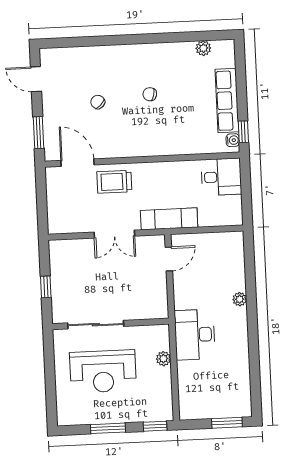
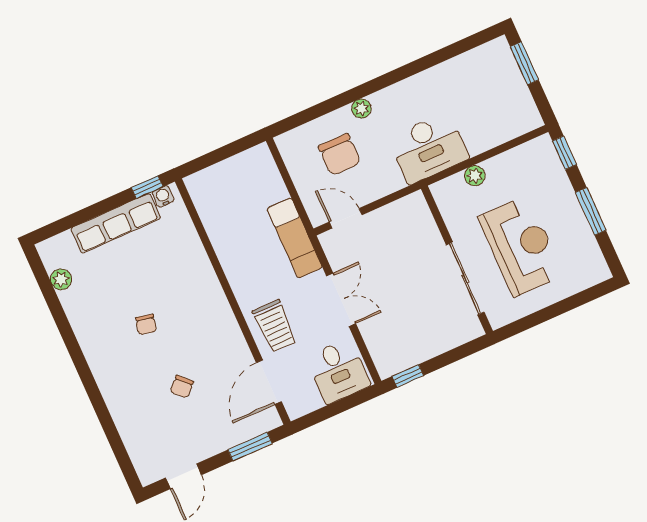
desk: (221, 177) -> (338, 371), moved, turned 180
chair: (214, 272) -> (339, 155), added
window: (46, 287) -> (408, 376), moved

